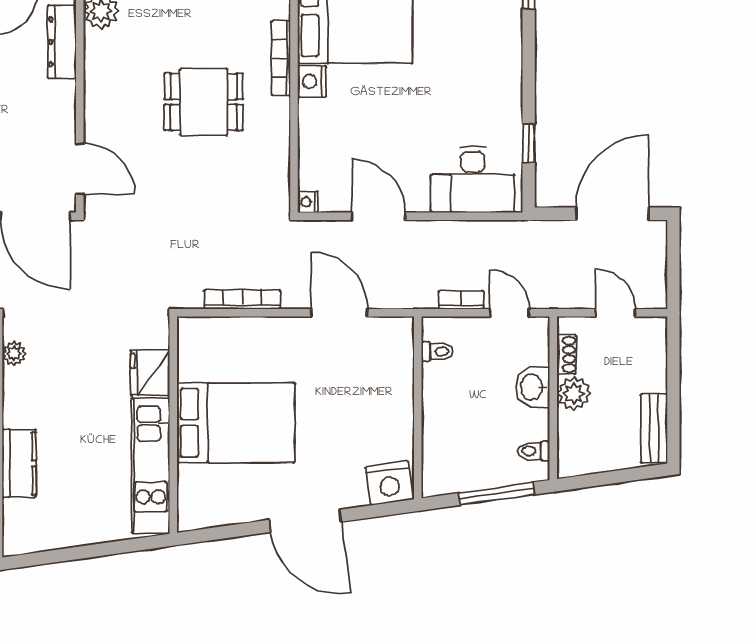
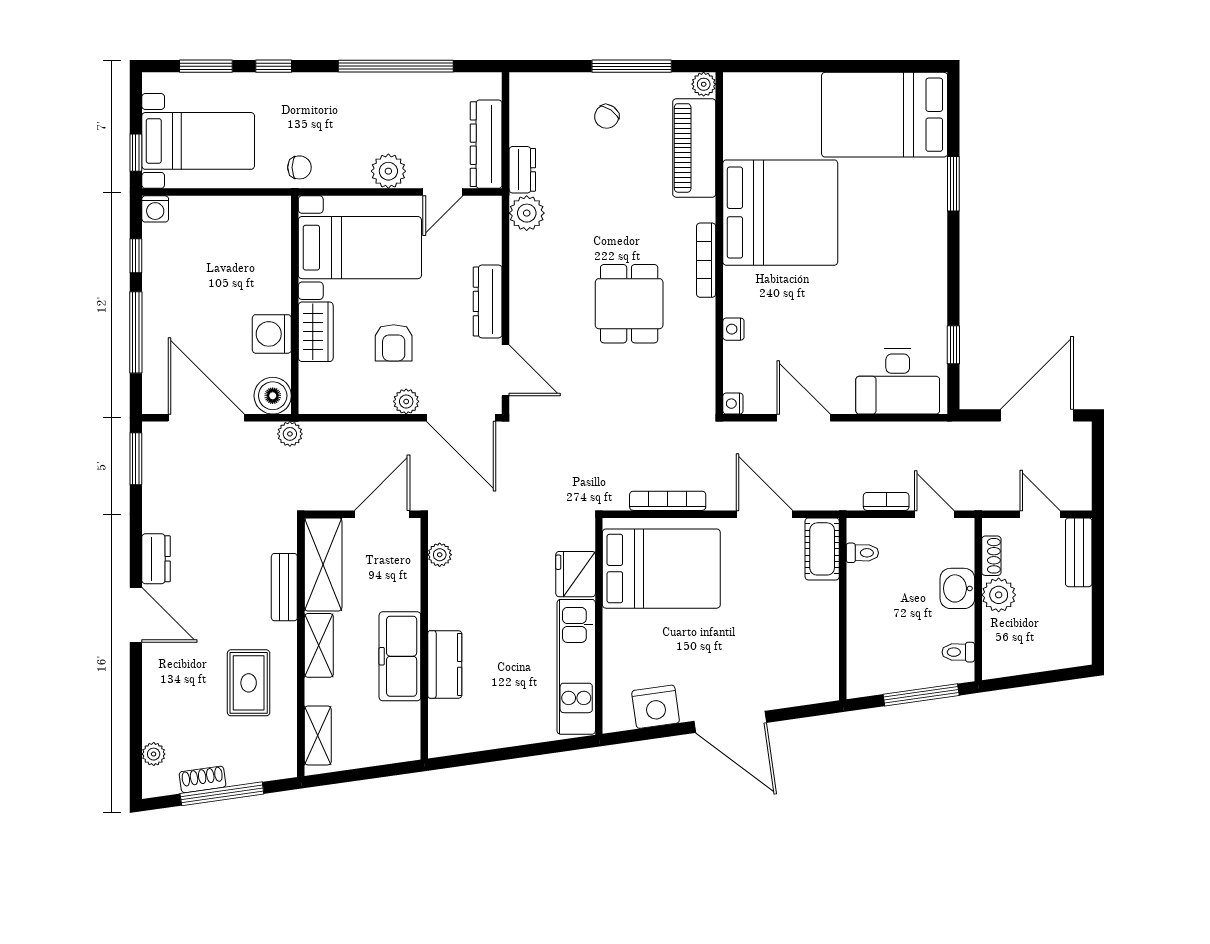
dresser: (62, 42) -> (488, 301), moved
nightstand: (312, 81) -> (733, 329), moved, width x0.72, depth x0.74
dining table: (204, 102) -> (629, 304), turned 90
cot: (397, 348) -> (822, 549), added
bed: (236, 423) -> (661, 569), moved
bench: (654, 428) -> (1079, 552), moved
nightstand: (389, 483) -> (656, 707), moved

